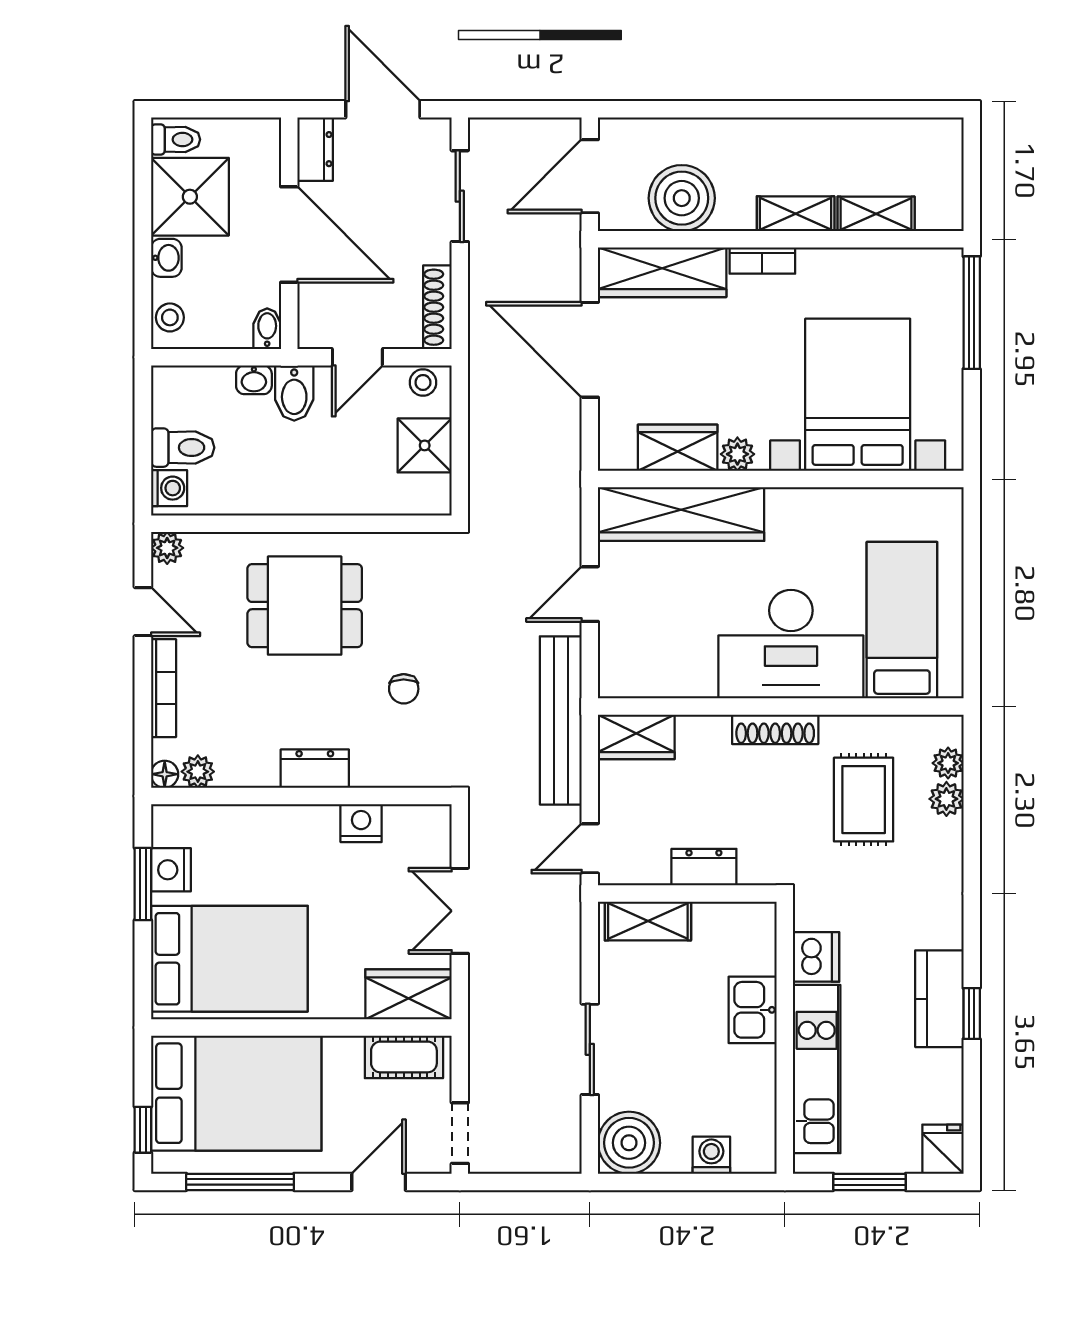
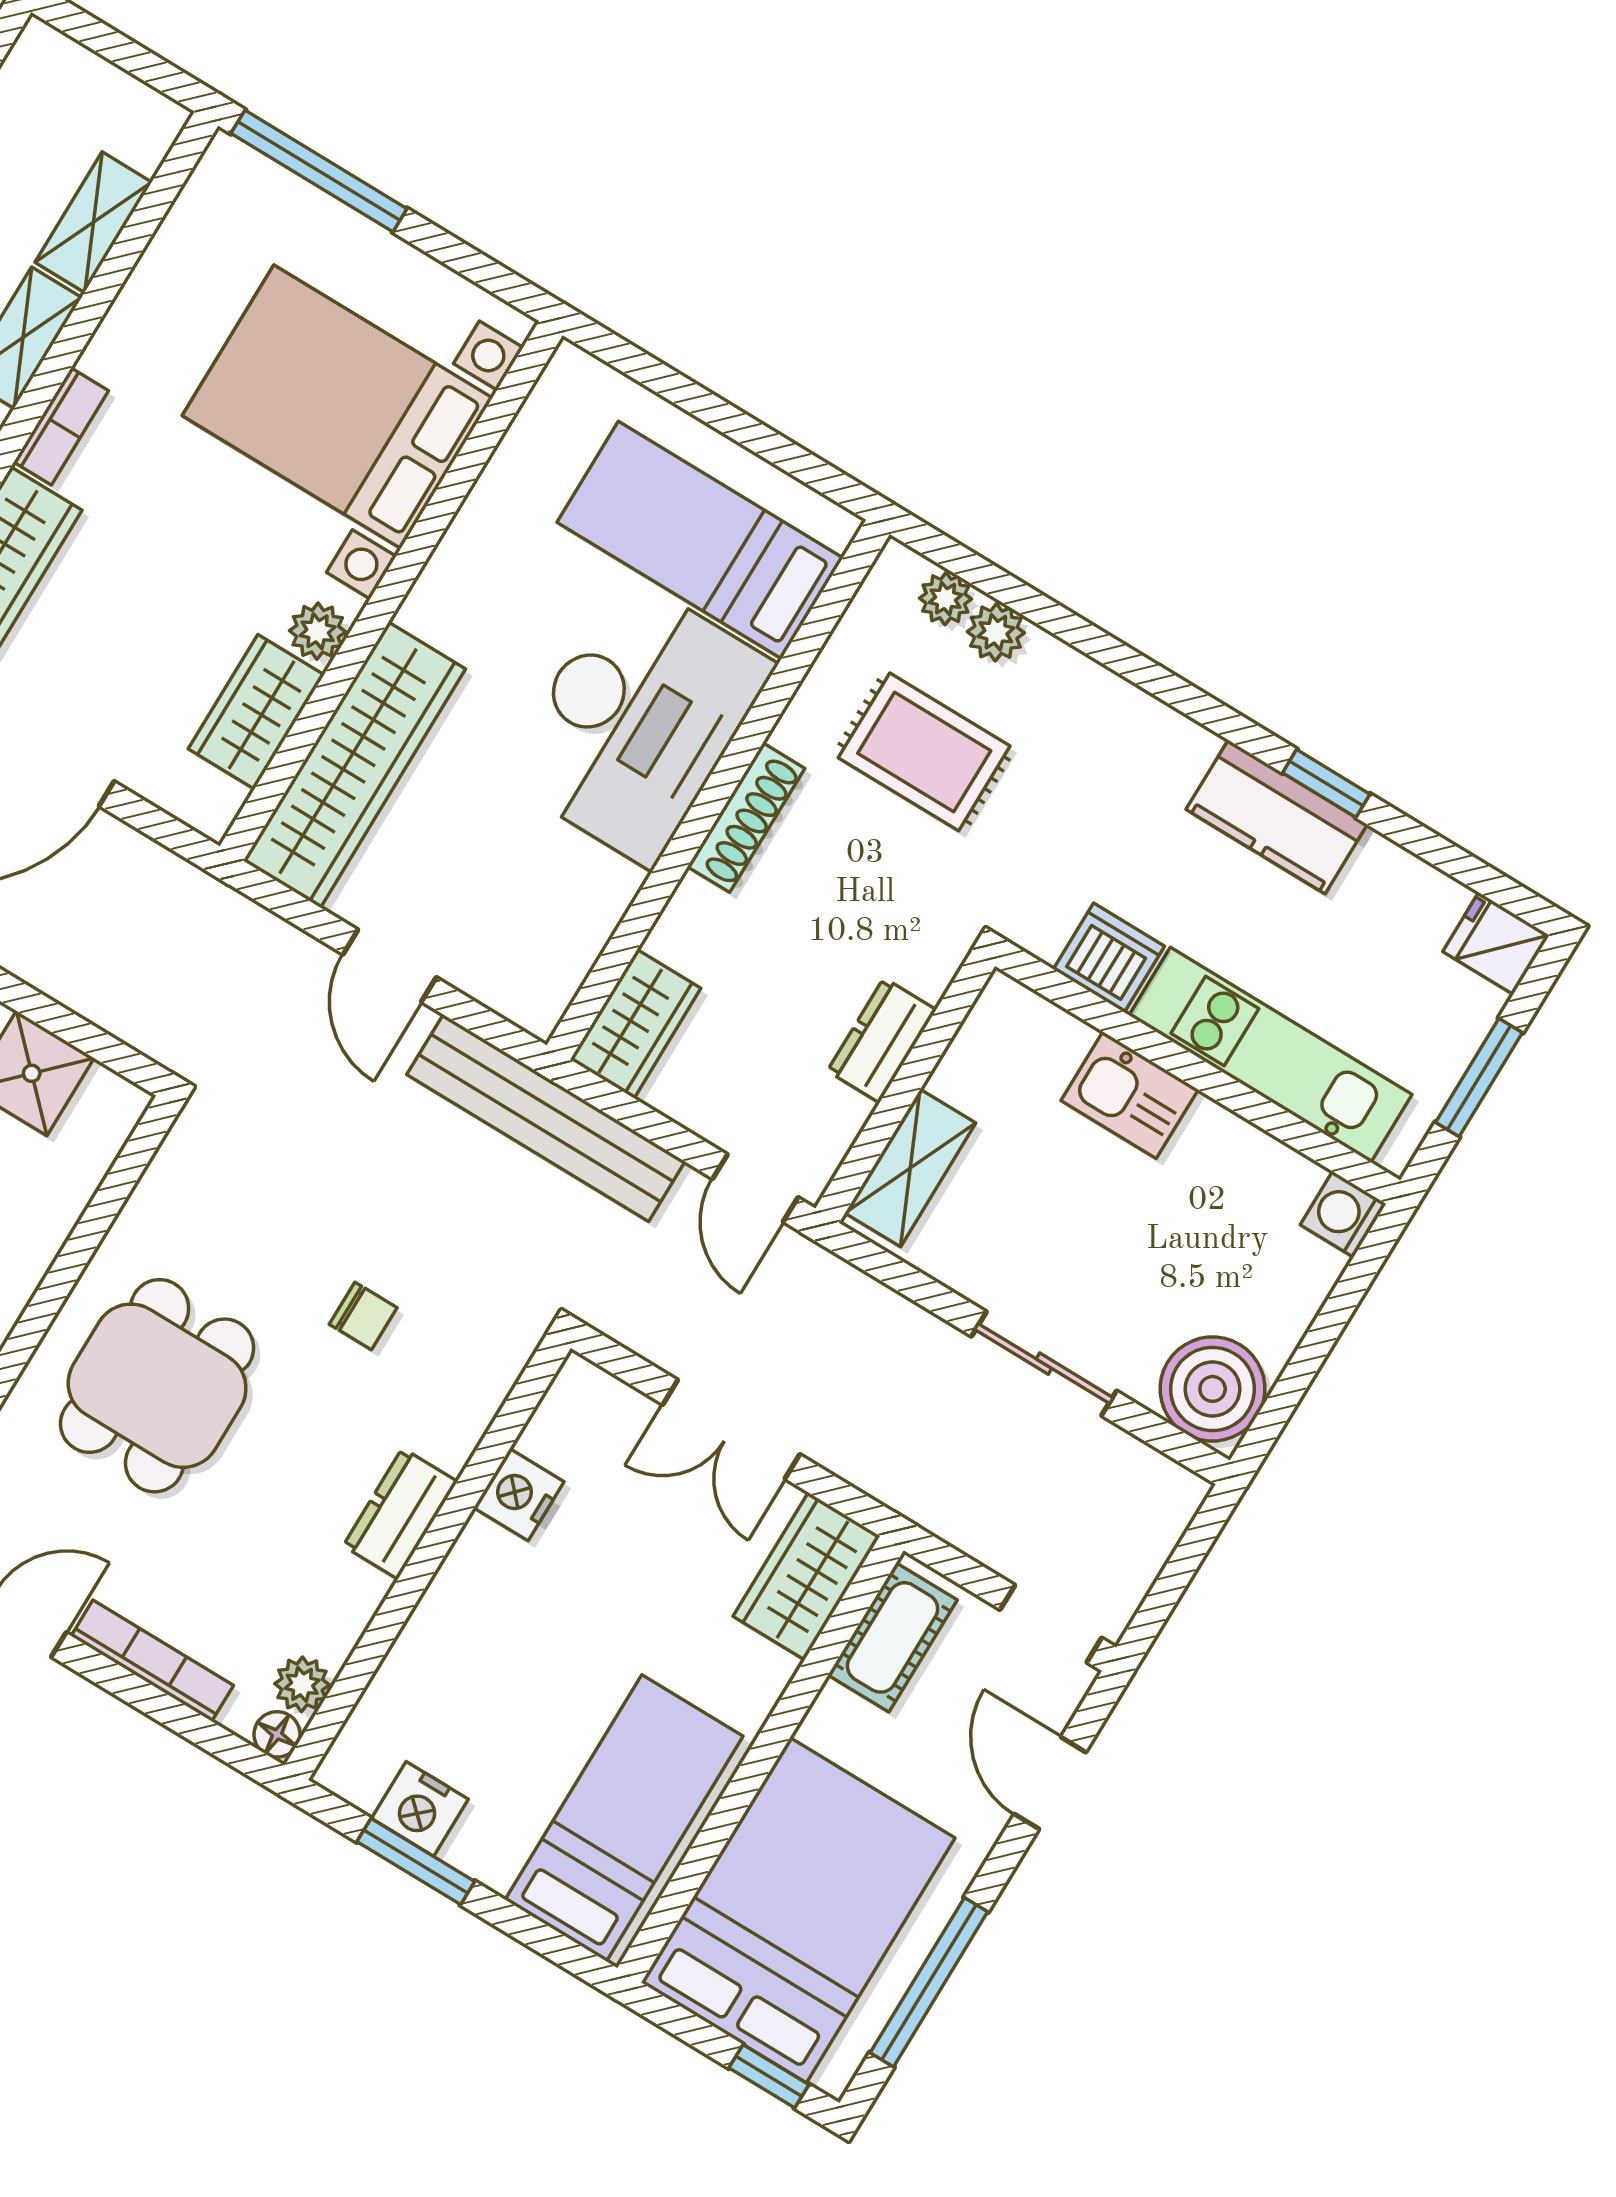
bed: (229, 959) -> (624, 1818), width x0.67
washing machine: (711, 1155) -> (1343, 1214), moved

